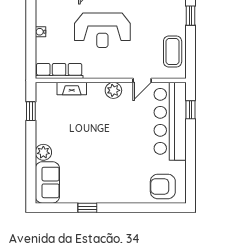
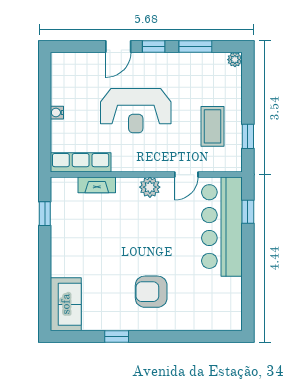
window: (191, 16) -> (248, 136), moved
coffee table: (173, 52) -> (212, 126), moved
plant: (43, 152) -> (61, 266), removed
armchair: (163, 186) -> (151, 292), moved

